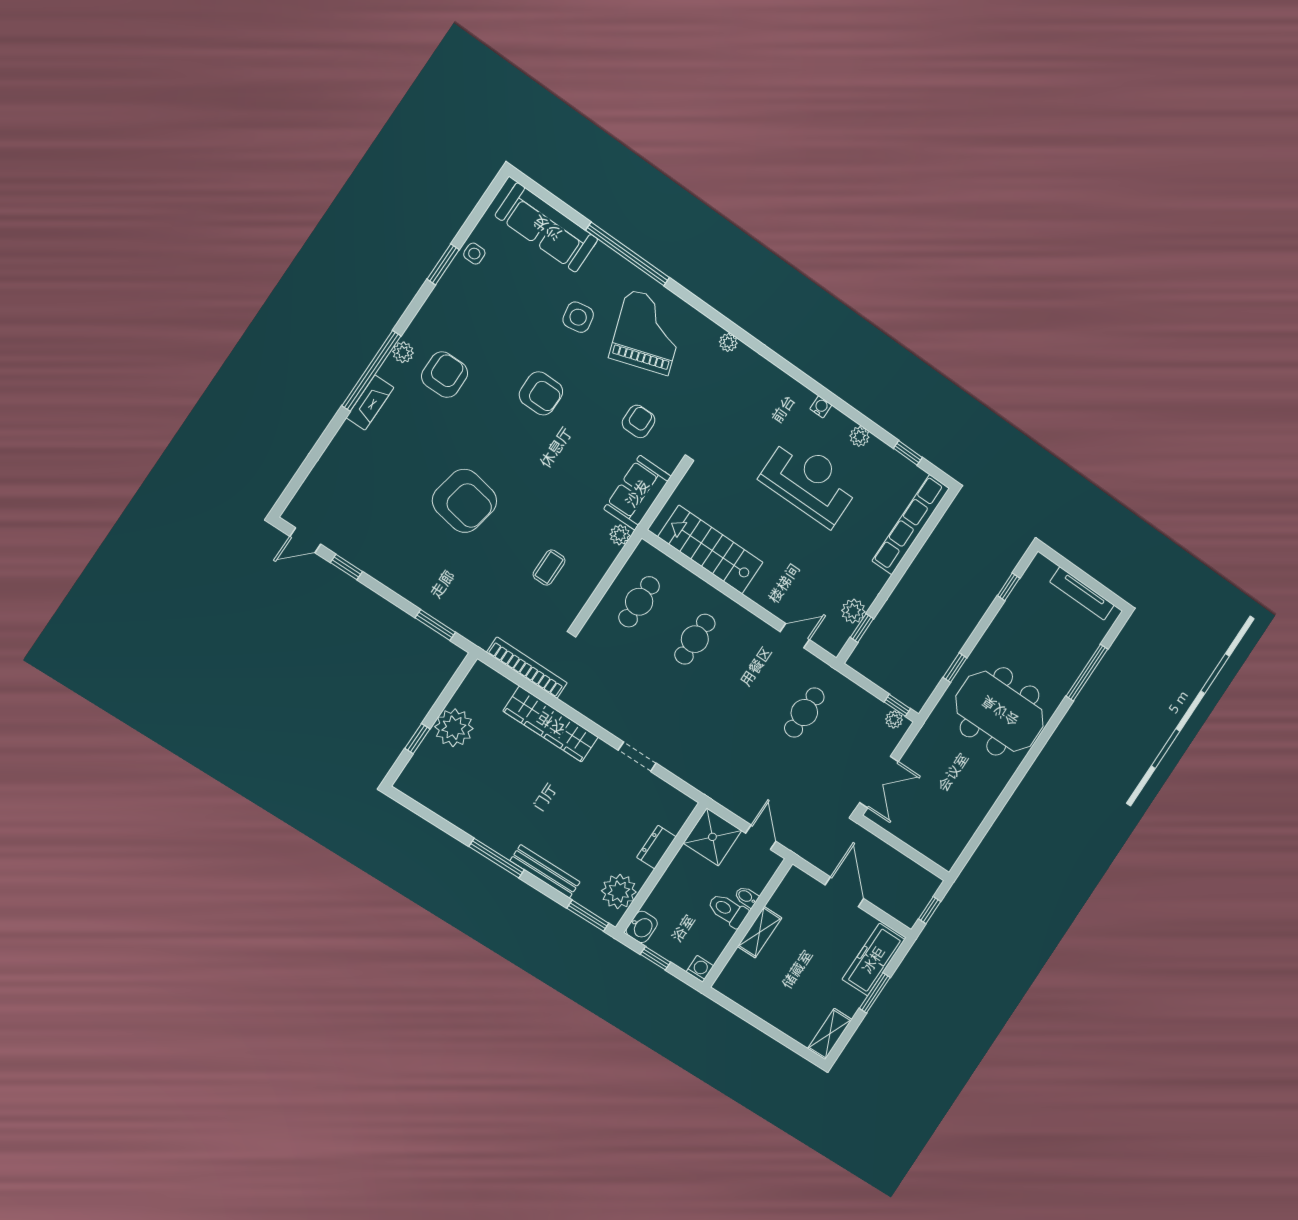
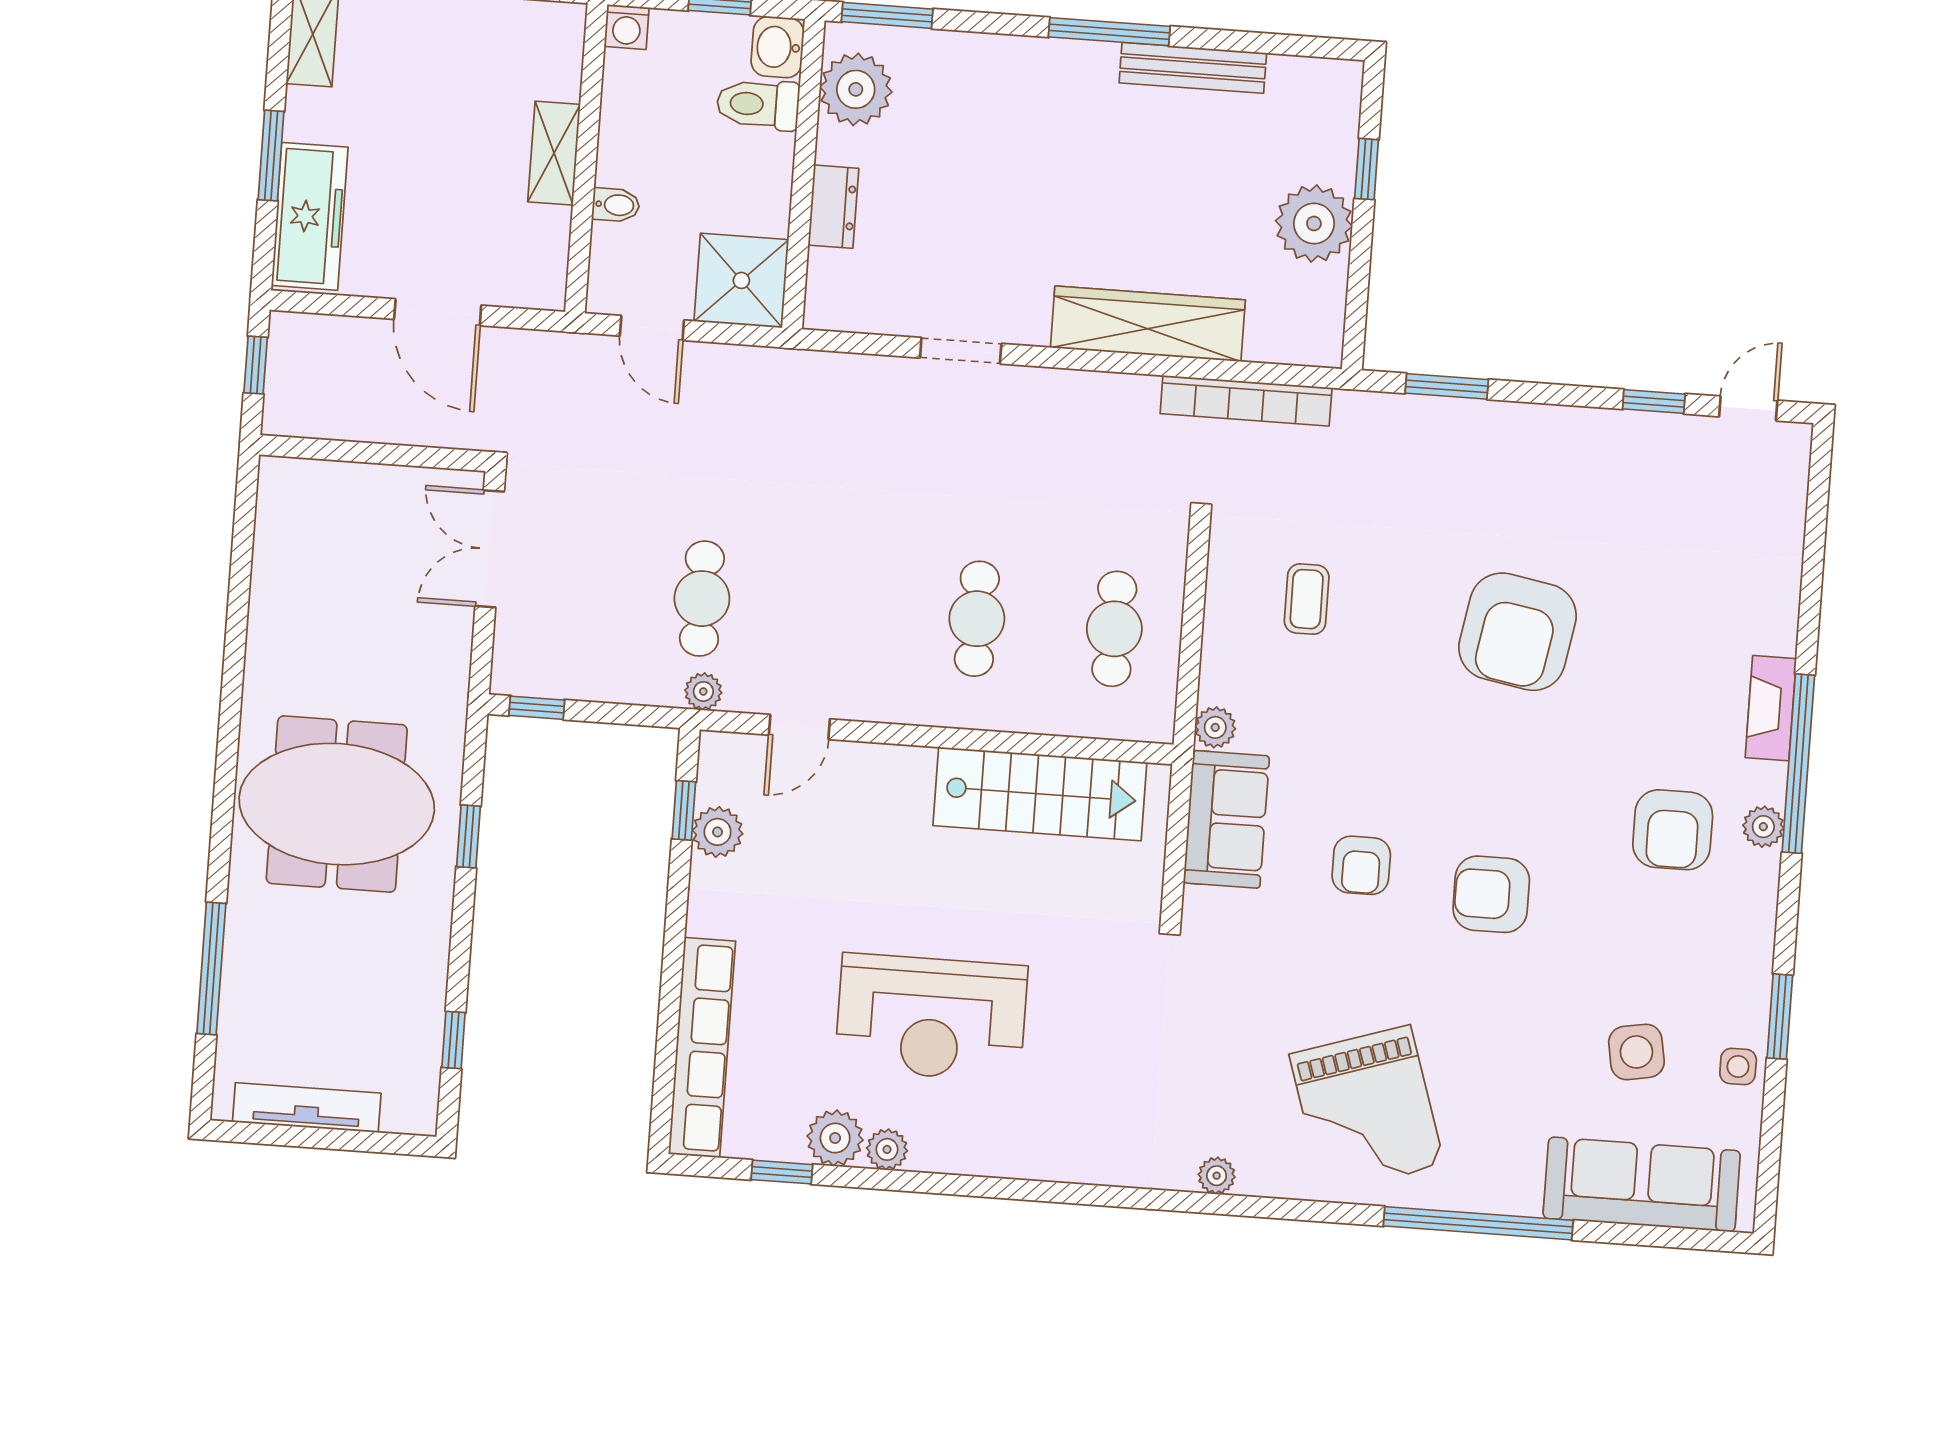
side table: (578, 317) -> (1636, 1052), moved
water cooler: (821, 407) -> (987, 1161), removed
armchair: (639, 421) -> (1361, 865), moved
plant: (878, 454) -> (835, 1138), added
armchair: (464, 501) -> (1517, 632), turned -91
plant: (894, 719) -> (703, 691), moved
bench: (545, 871) -> (1193, 68), moved
toilet: (728, 910) -> (758, 104), moved, turned 180

